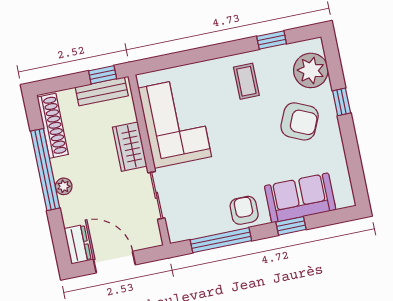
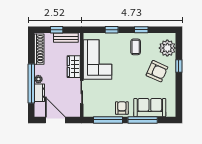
window: (272, 40) -> (141, 30), moved
window: (191, 57) -> (112, 30), added
window: (103, 75) -> (57, 30), moved
window: (45, 170) -> (31, 84), moved
window: (291, 226) -> (143, 120), width x2.17
dresser: (78, 244) -> (39, 93), moved

